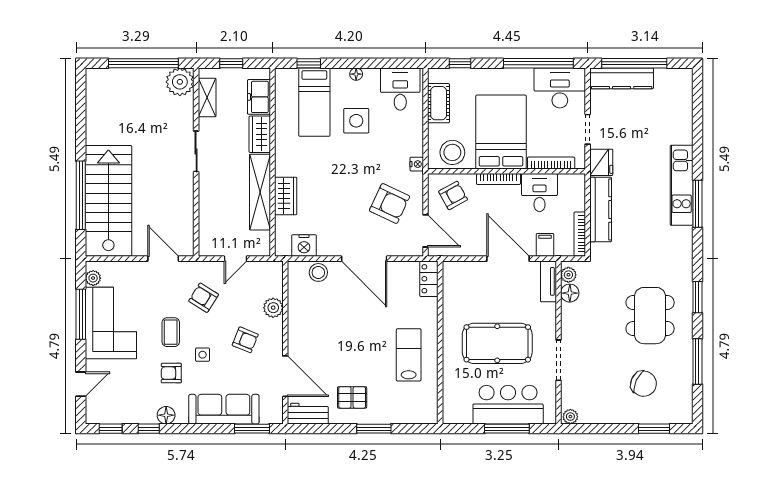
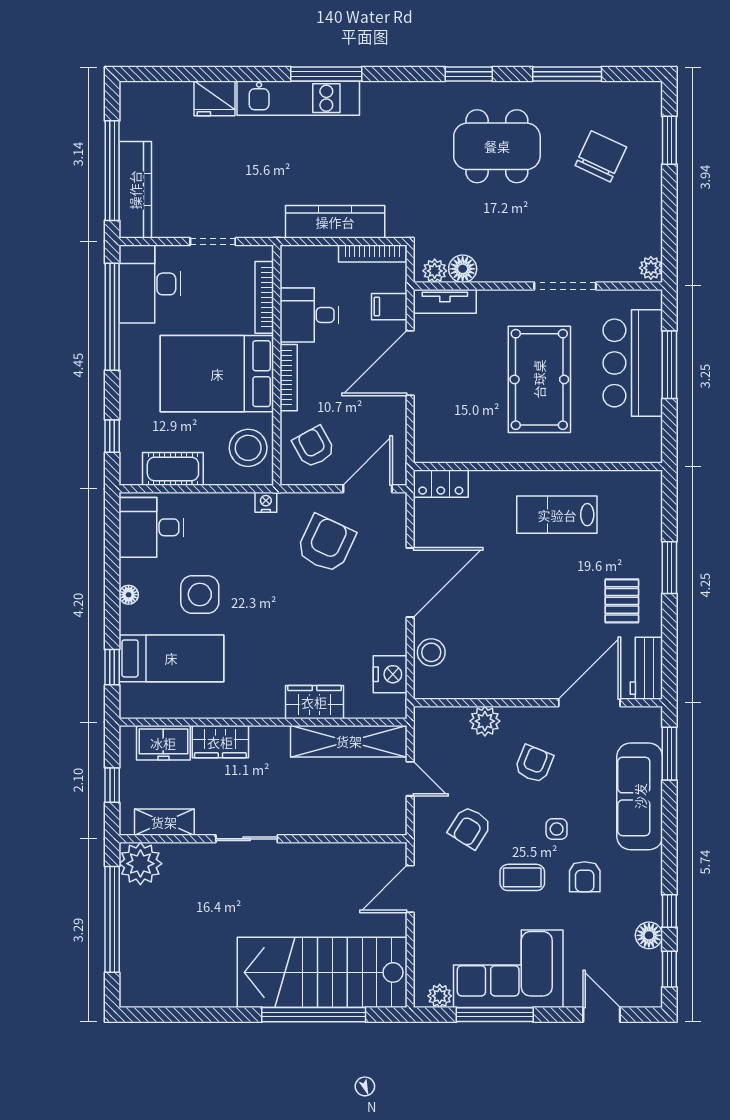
fridge: (601, 162) -> (215, 98), moved, turned 180
shelving: (260, 192) -> (349, 741), moved
floor lamp: (166, 415) -> (649, 935), moved

